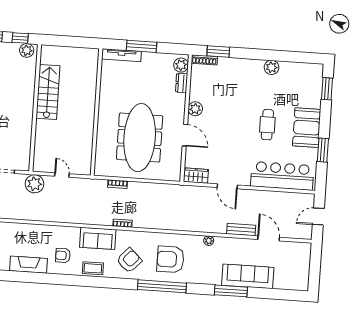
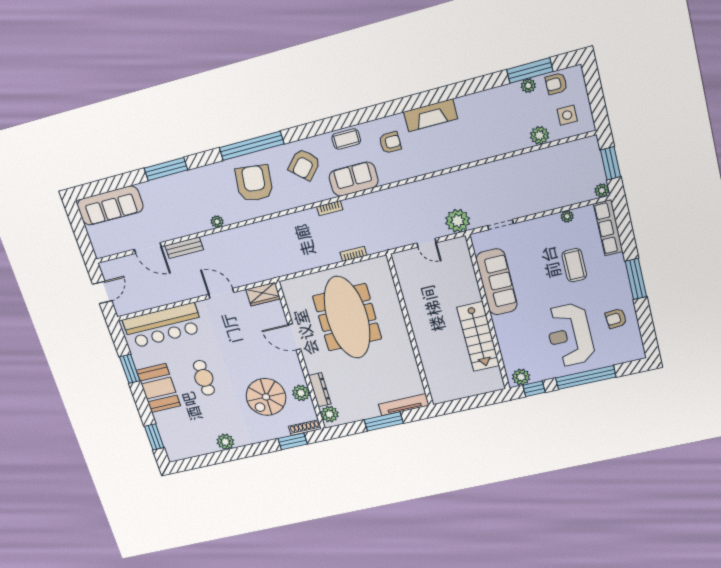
dresser: (182, 83) -> (320, 390), width x1.44
spiral stairs: (225, 94) -> (266, 397), added
plant: (195, 109) -> (301, 393), moved
sofa: (21, 130) -> (497, 282), added
armchair: (170, 259) -> (254, 183), turned -83
sofa: (248, 276) -> (110, 206), moved

